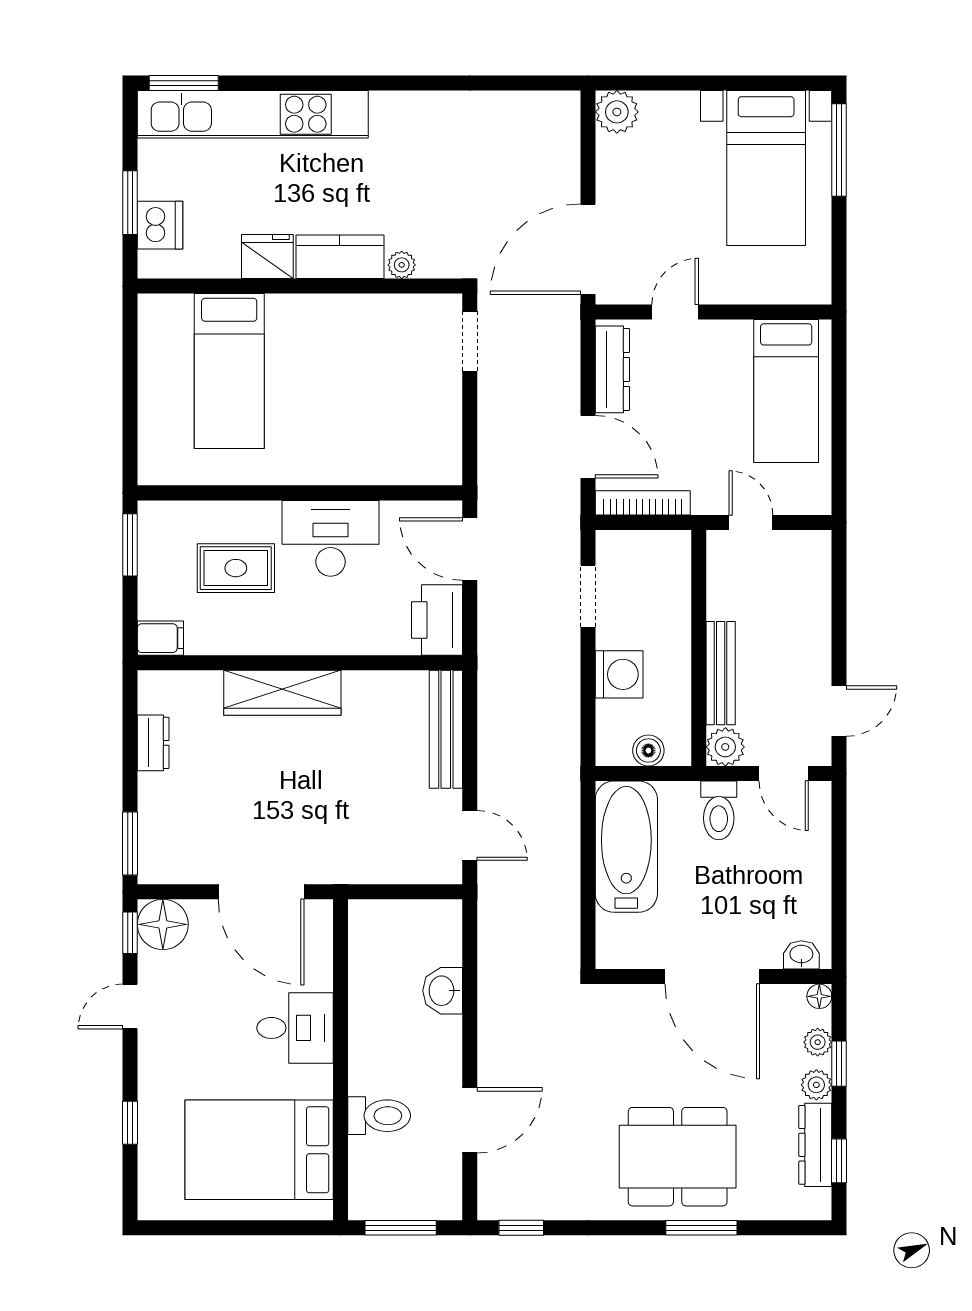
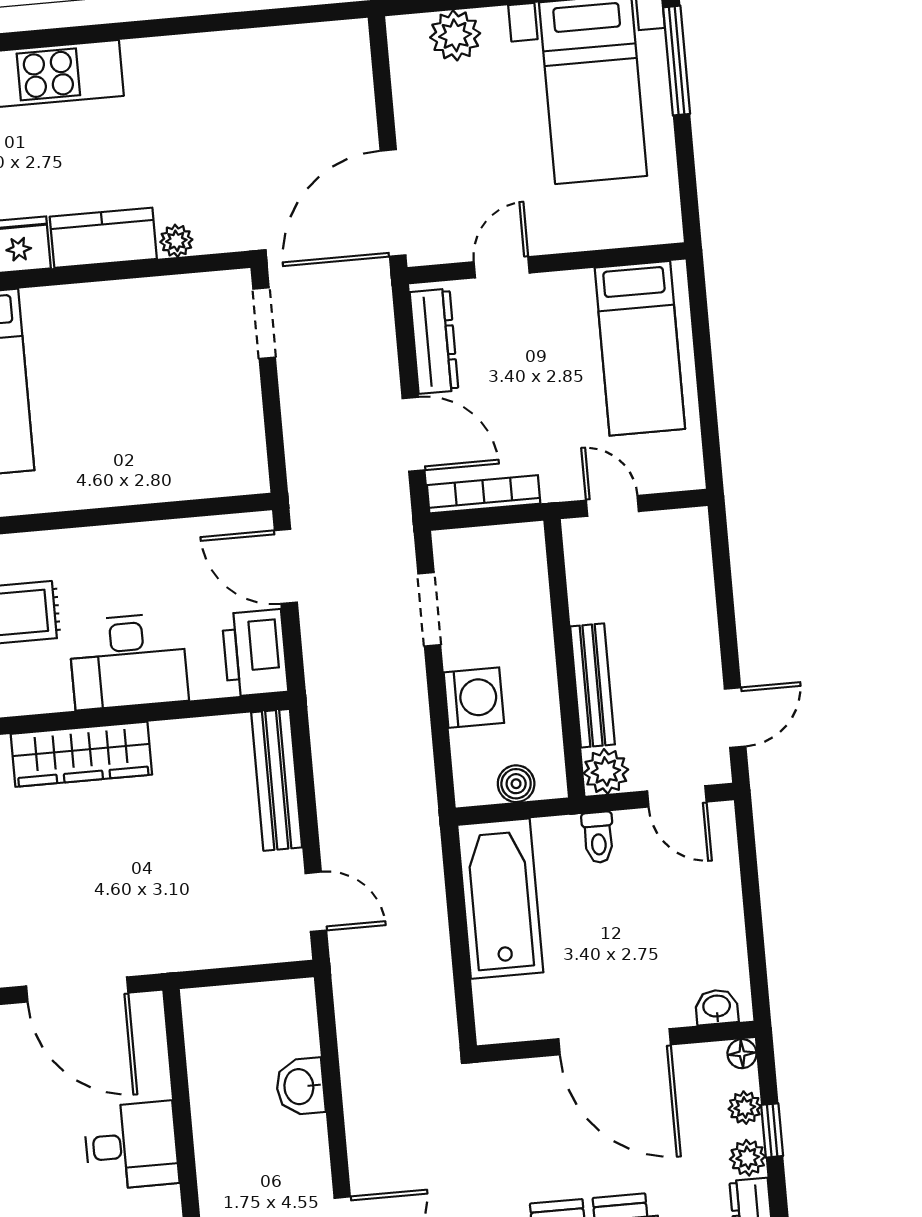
plant: (617, 112) -> (455, 35), moved
desk: (330, 538) -> (128, 661), moved, turned 180
toilet: (719, 810) -> (598, 837), width x0.73, depth x0.72

